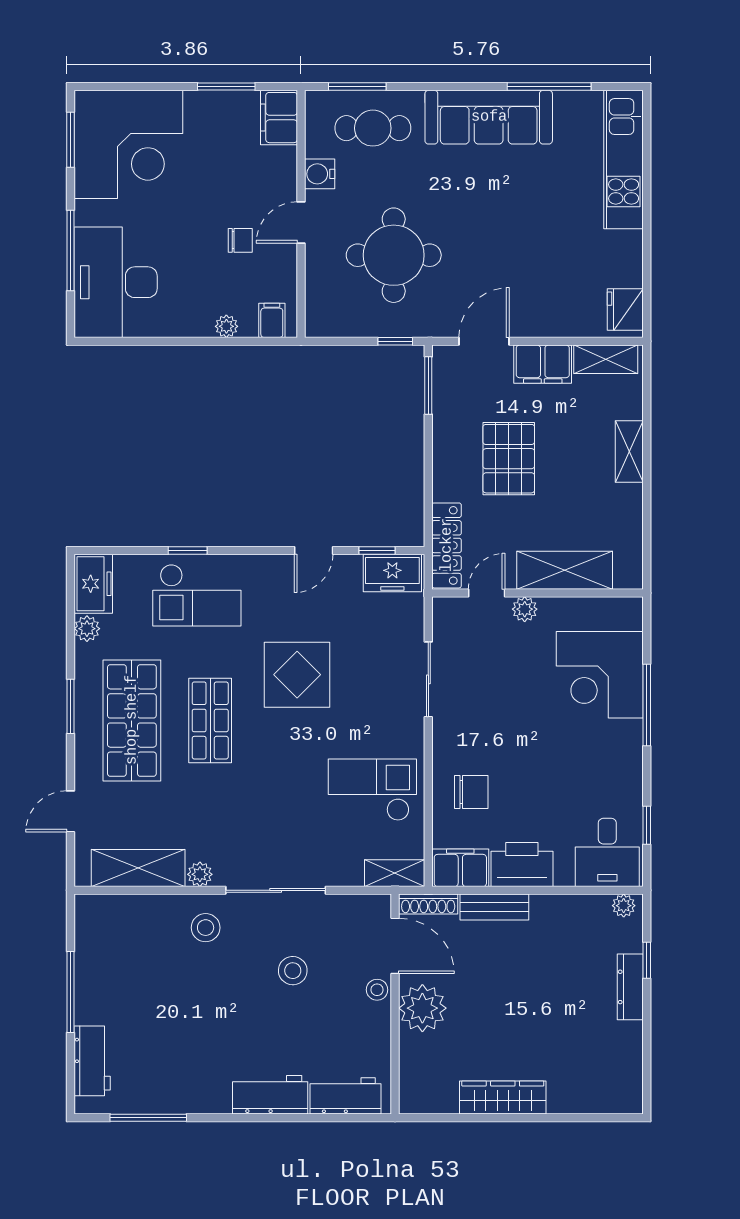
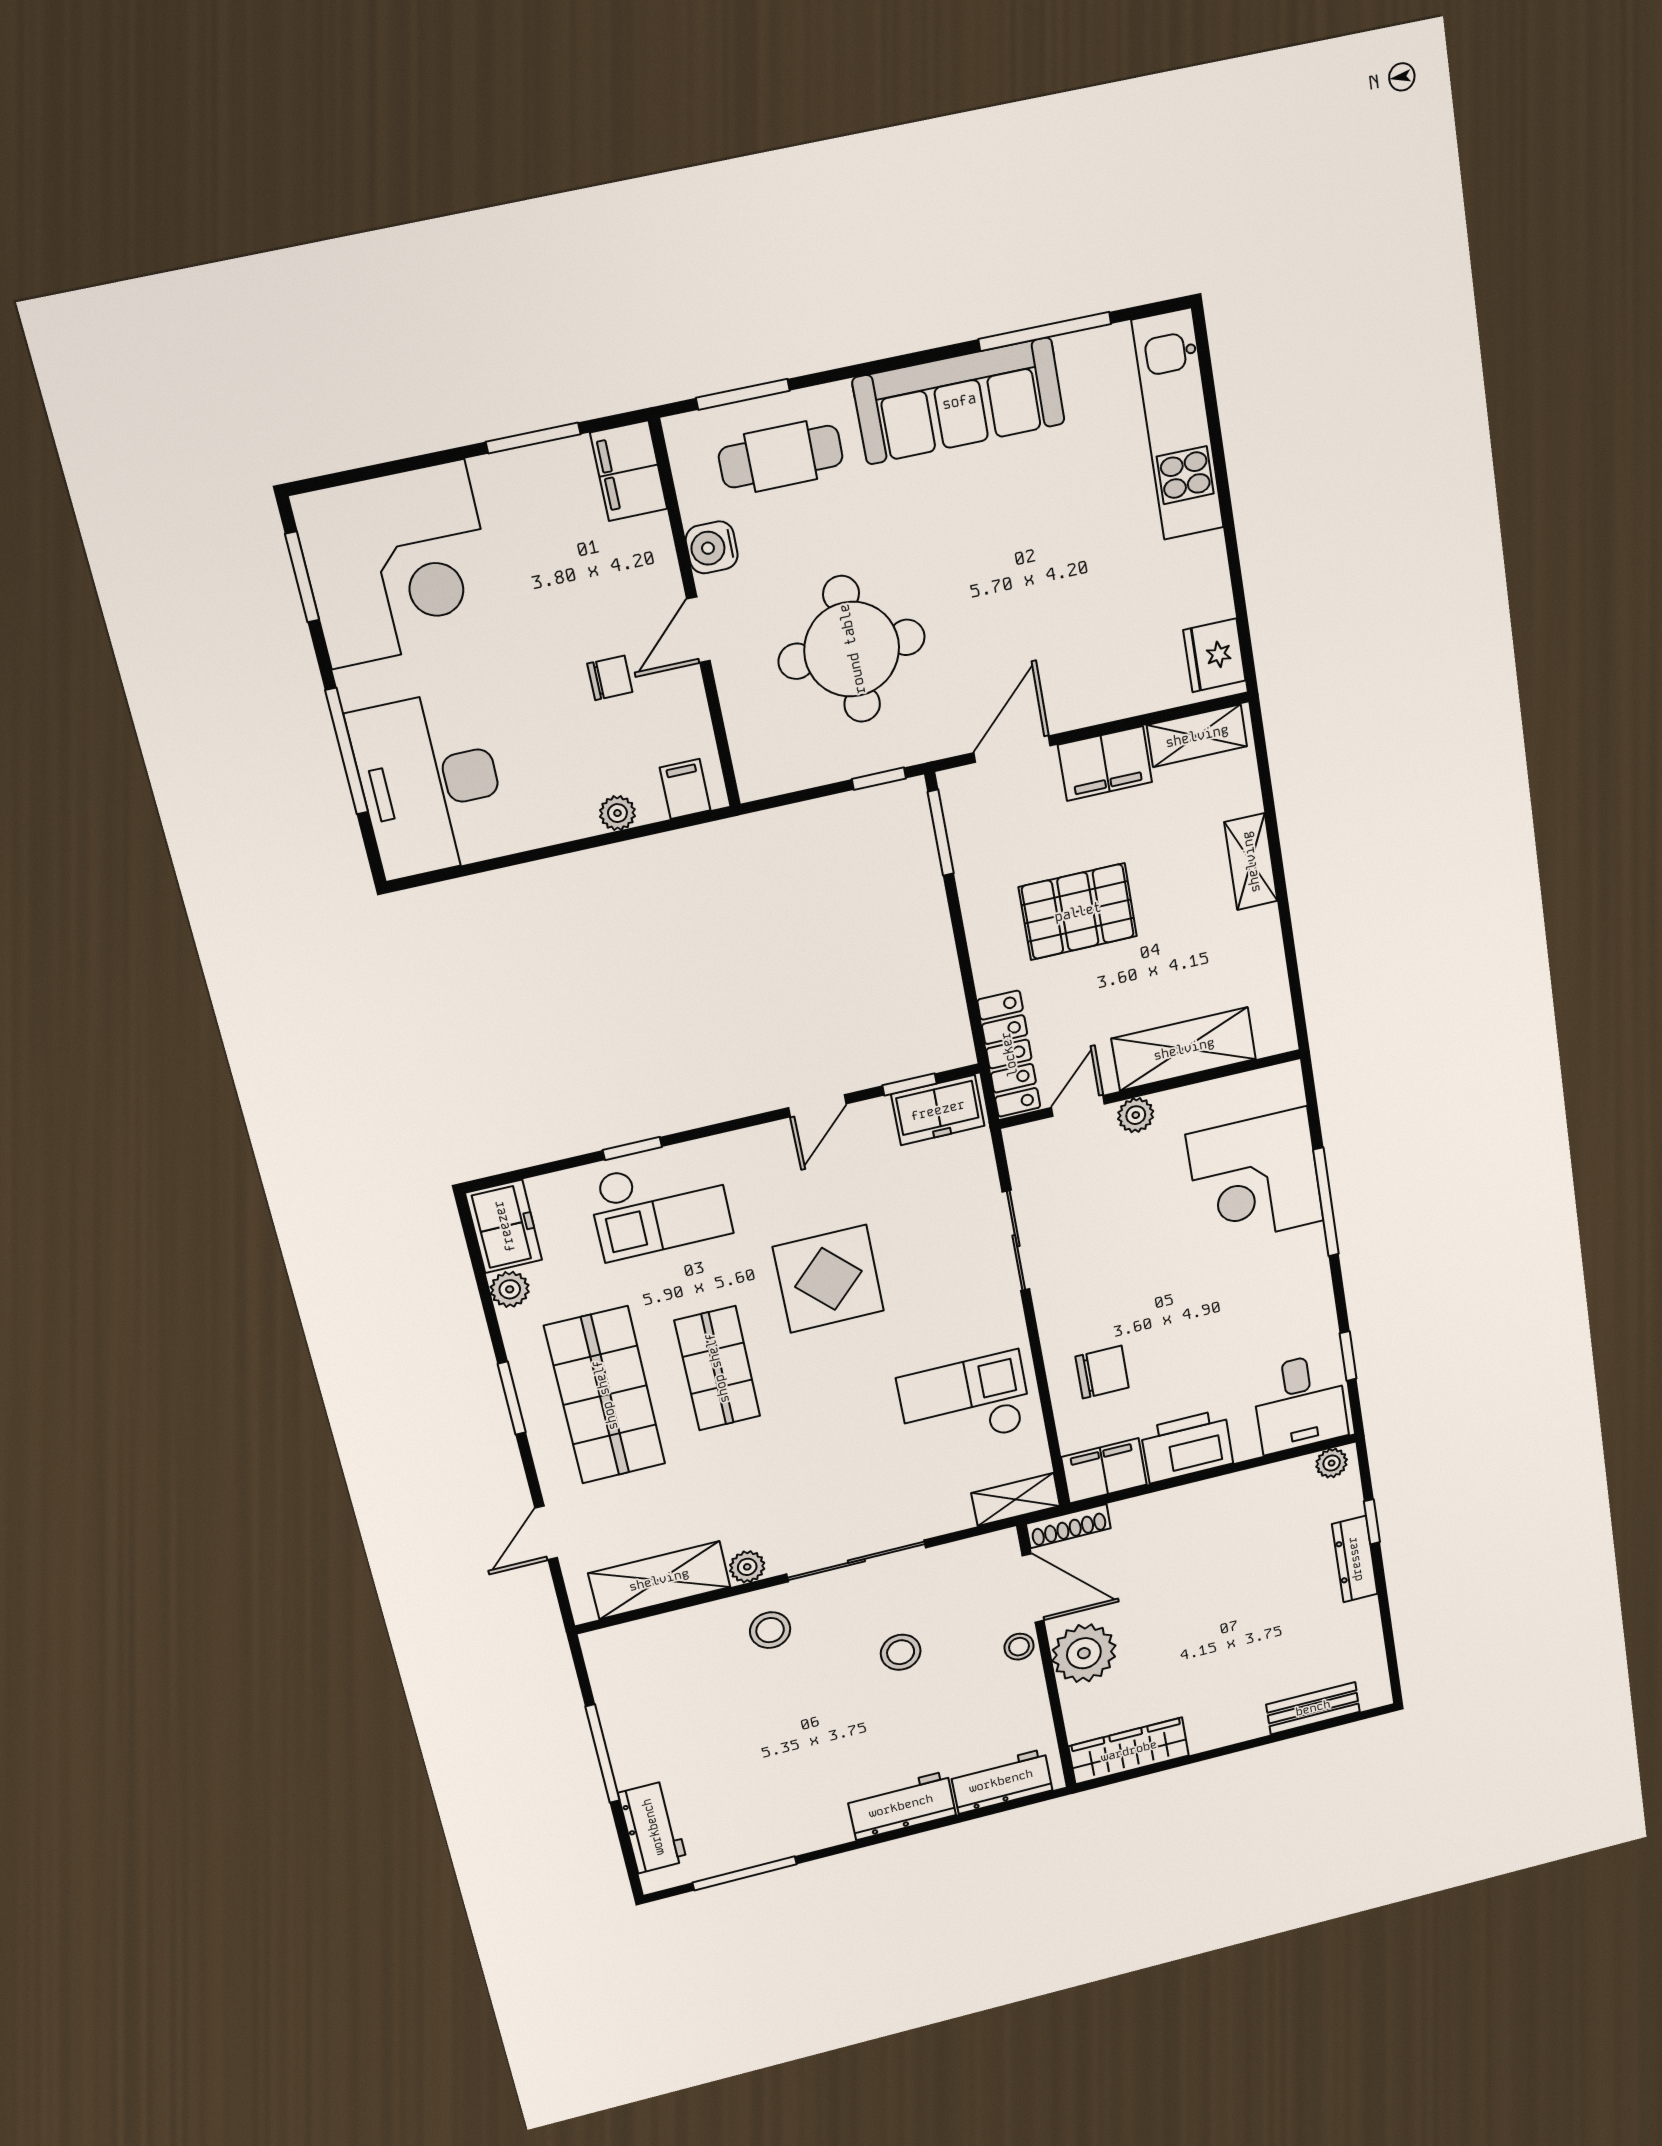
pallet: (509, 459) -> (1078, 912), turned 90
bench: (494, 907) -> (1313, 1708), moved
wardrobe: (503, 1098) -> (1129, 1751), moved

